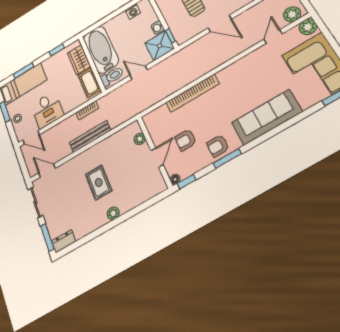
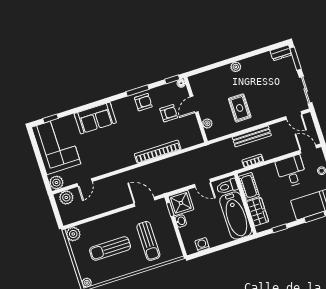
door: (220, 24) -> (144, 202), moved
sofa: (267, 117) -> (95, 118), width x0.73
rug: (99, 182) -> (240, 108), moved

